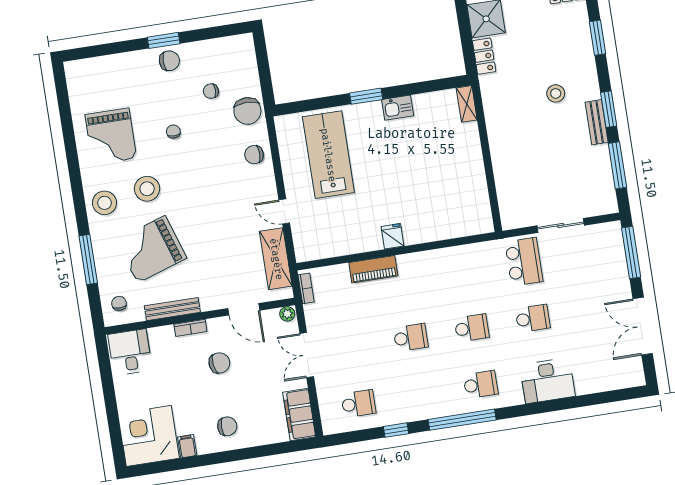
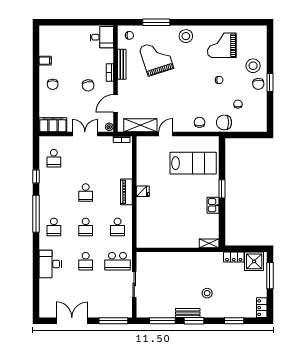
stool: (147, 189) -> (253, 66), moved
piano: (373, 269) -> (126, 192), moved
school desk: (463, 271) -> (118, 227), added
corner desk: (149, 436) -> (54, 40), removed

